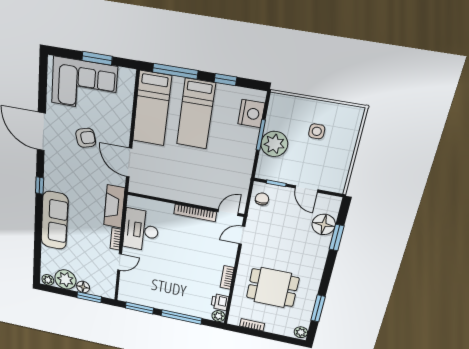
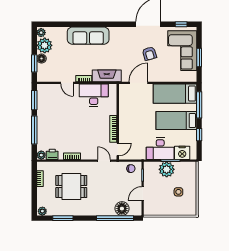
desk: (238, 148) -> (160, 149), added
window: (40, 185) -> (181, 24), moved
door: (228, 213) -> (118, 149), hinge flipped
window: (337, 238) -> (115, 218), width x2.11
dining table: (273, 288) -> (71, 187), turned 90

